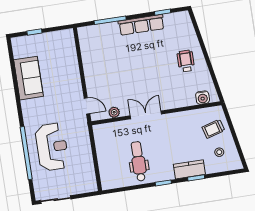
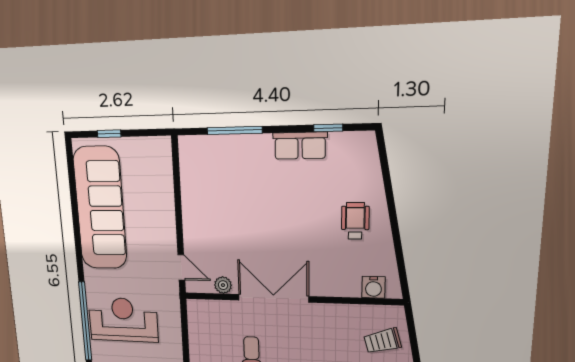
row of seats: (141, 25) -> (300, 146), width x0.68
sofa: (29, 78) -> (100, 208), width x1.85, depth x1.27
double door: (146, 115) -> (273, 298), width x1.37
reception desk: (52, 147) -> (123, 320), turned -90

